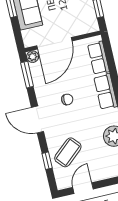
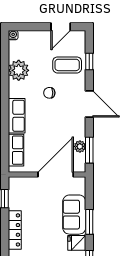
plant: (33, 57) -> (80, 146), moved
chair: (67, 99) -> (49, 93), moved
coffee table: (68, 152) -> (67, 65), turned 41

